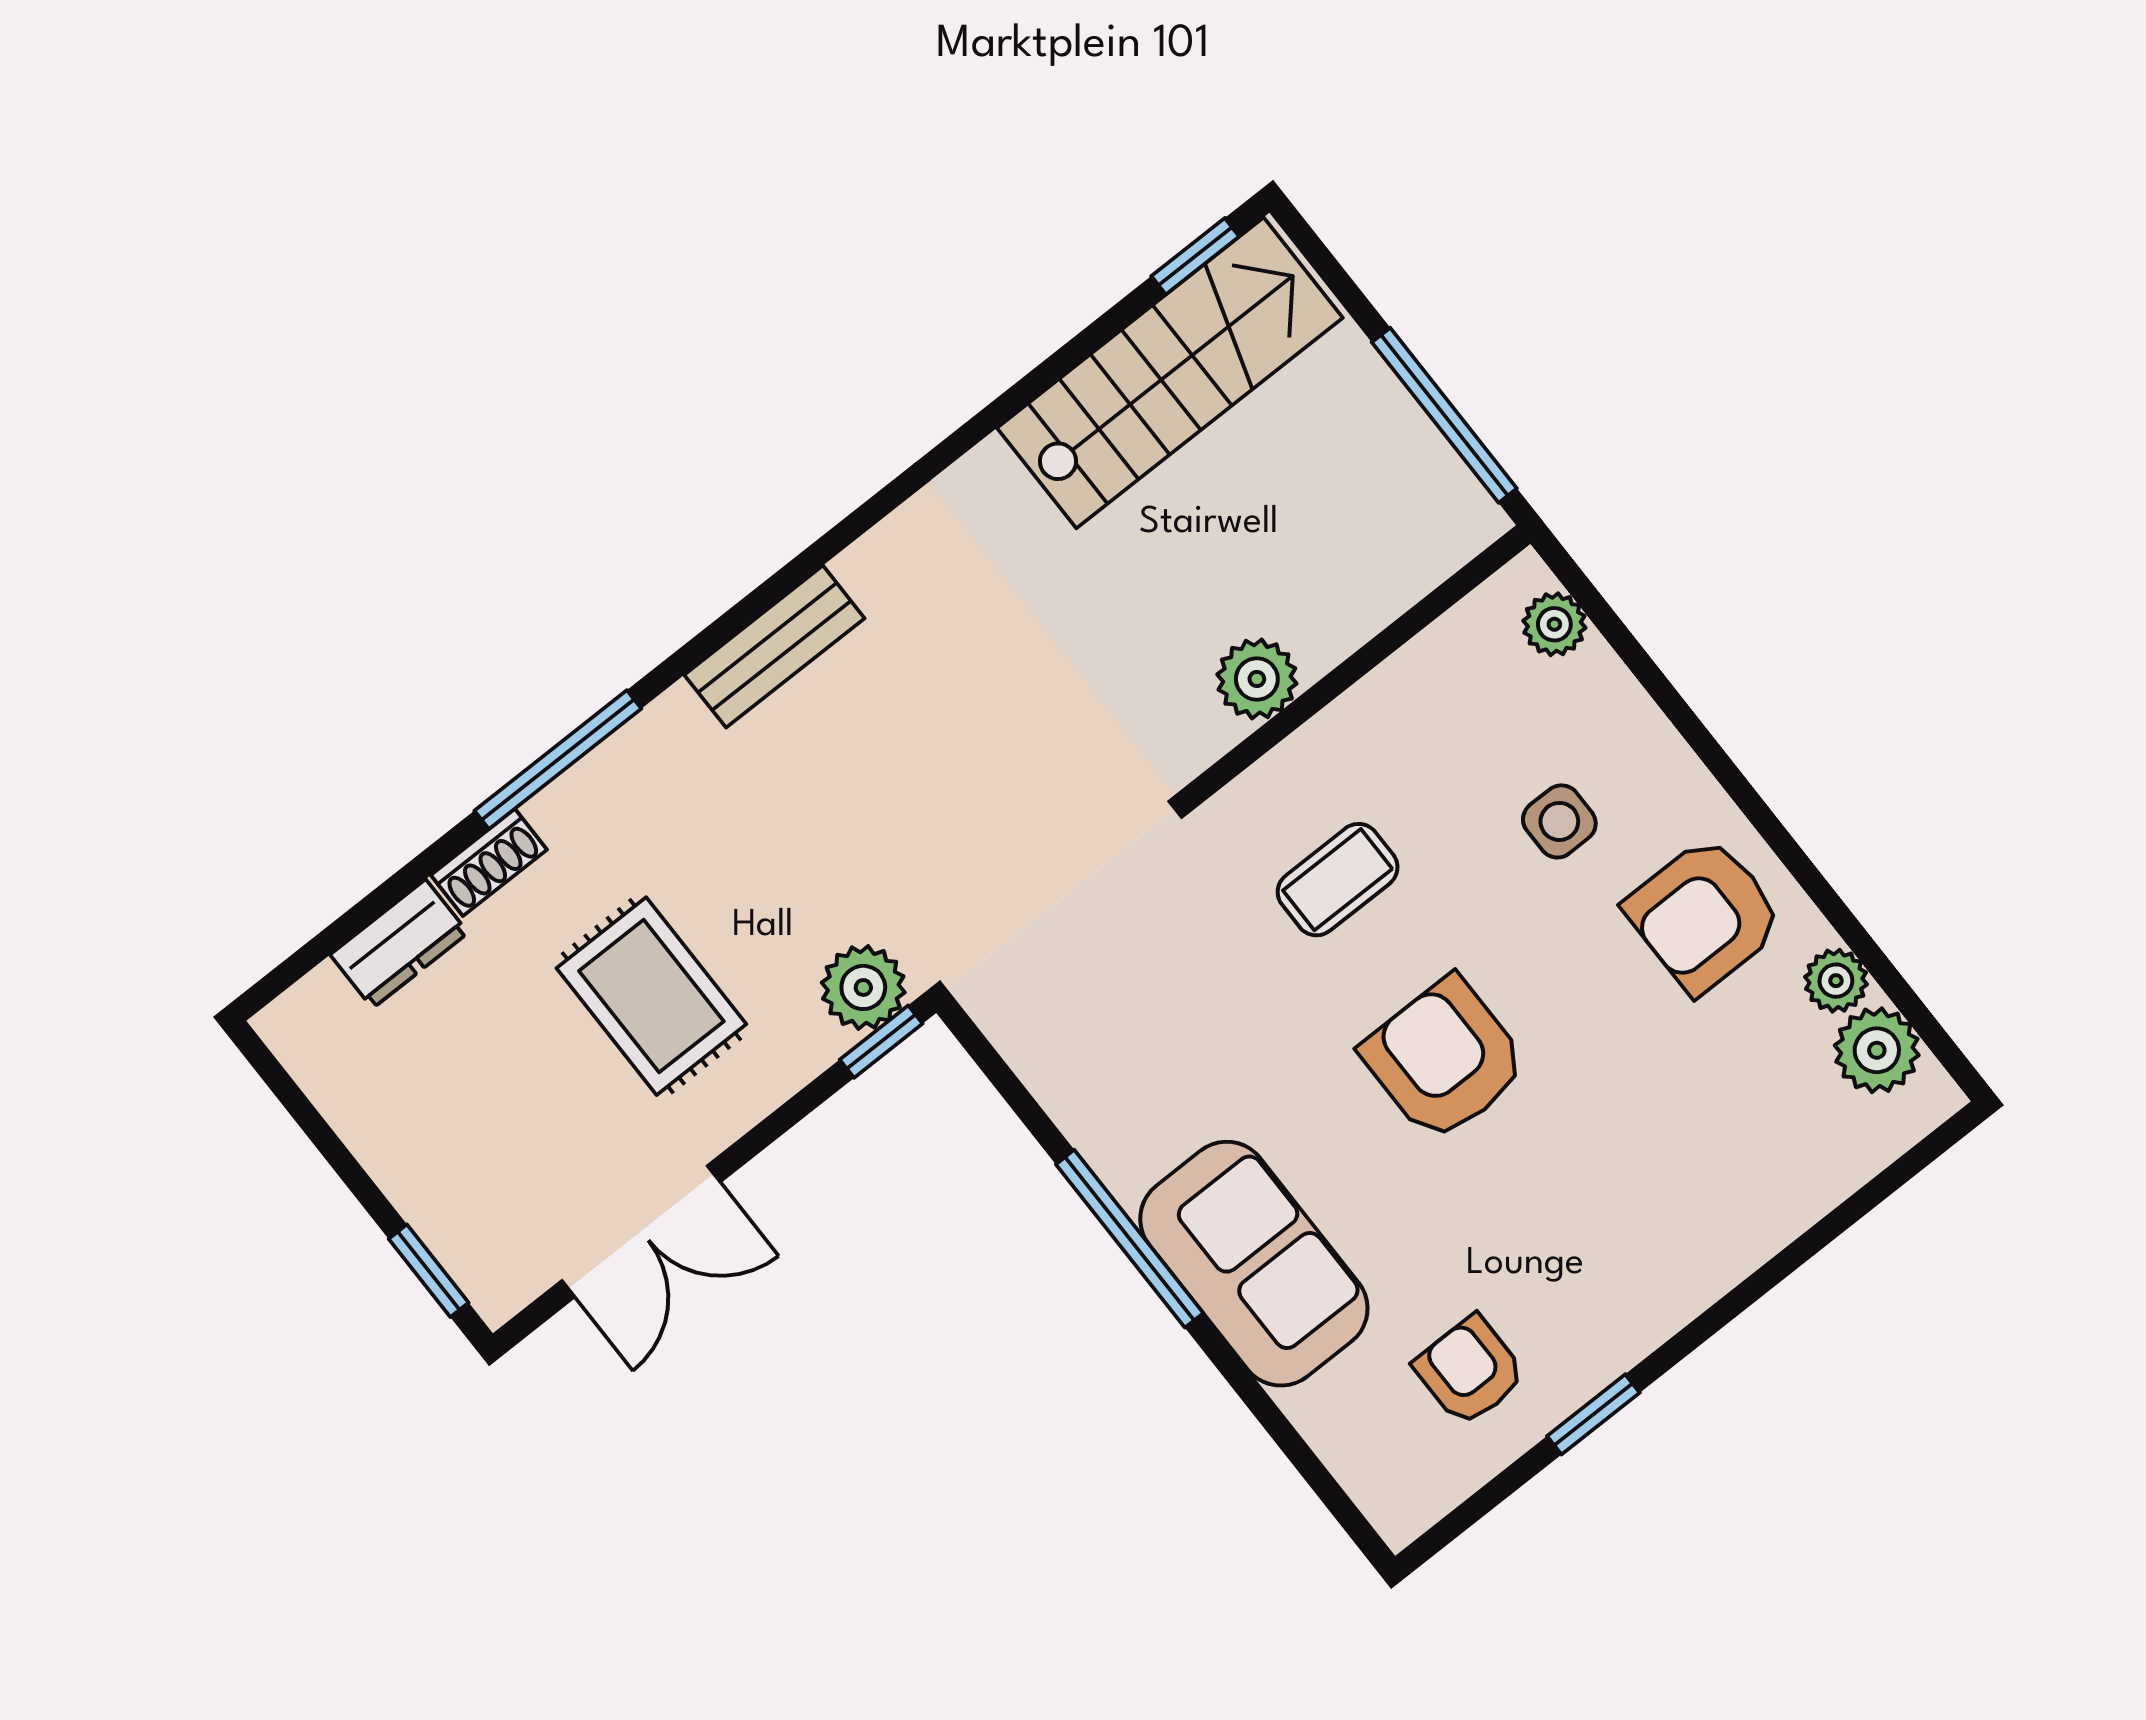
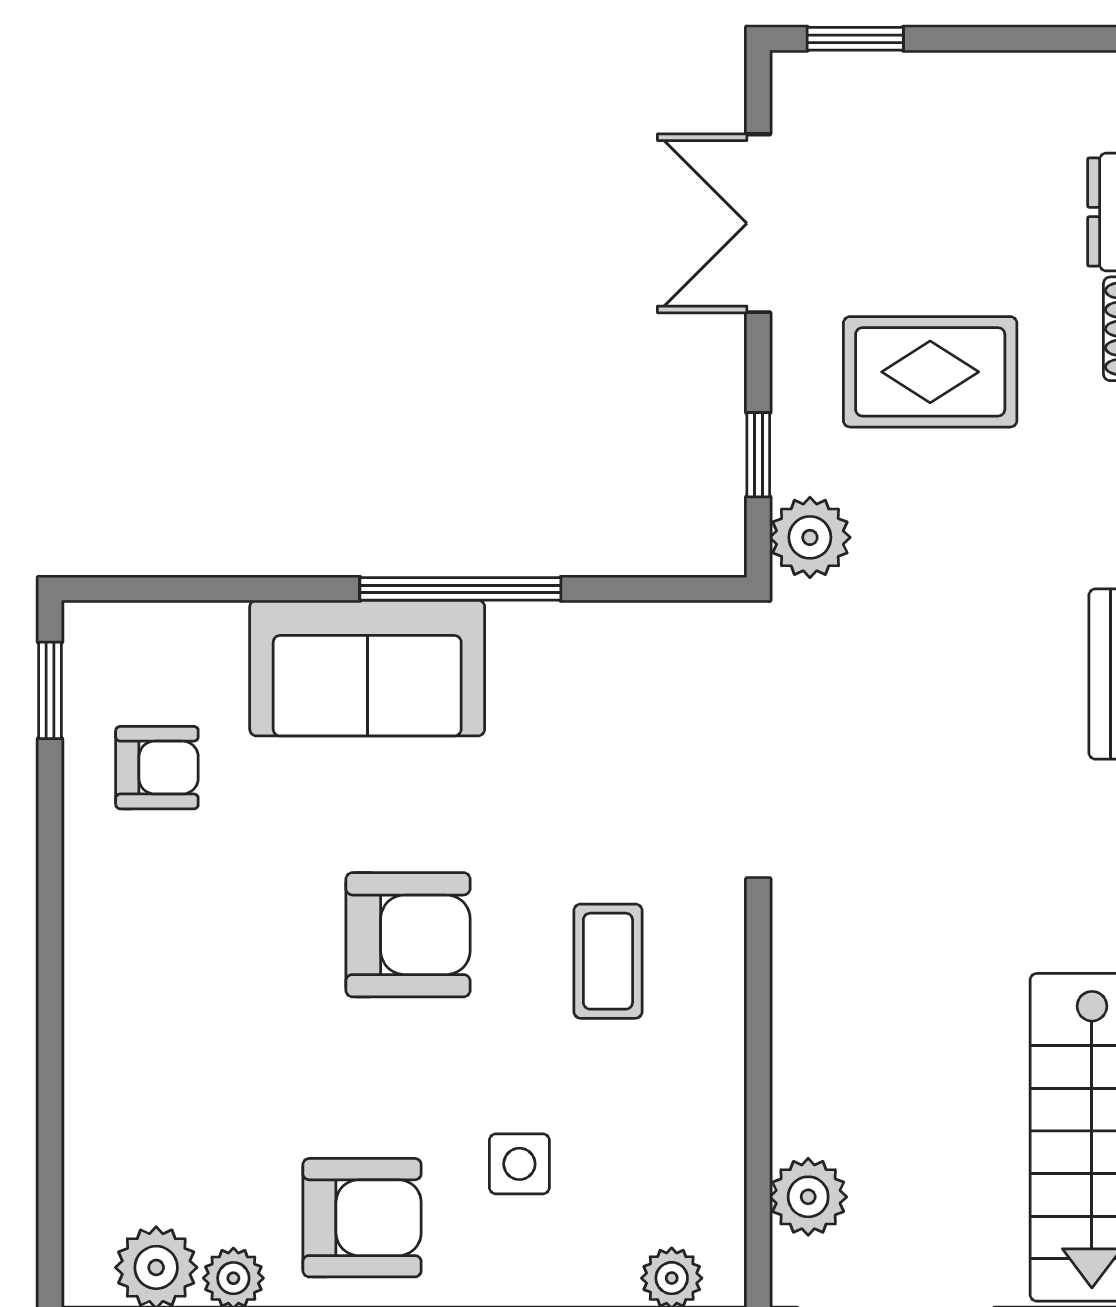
plant: (1257, 679) -> (808, 1197), moved
armchair: (1704, 915) -> (362, 1218), turned 90
window: (881, 1042) -> (758, 455), moved
window: (1593, 1414) -> (50, 690), moved

